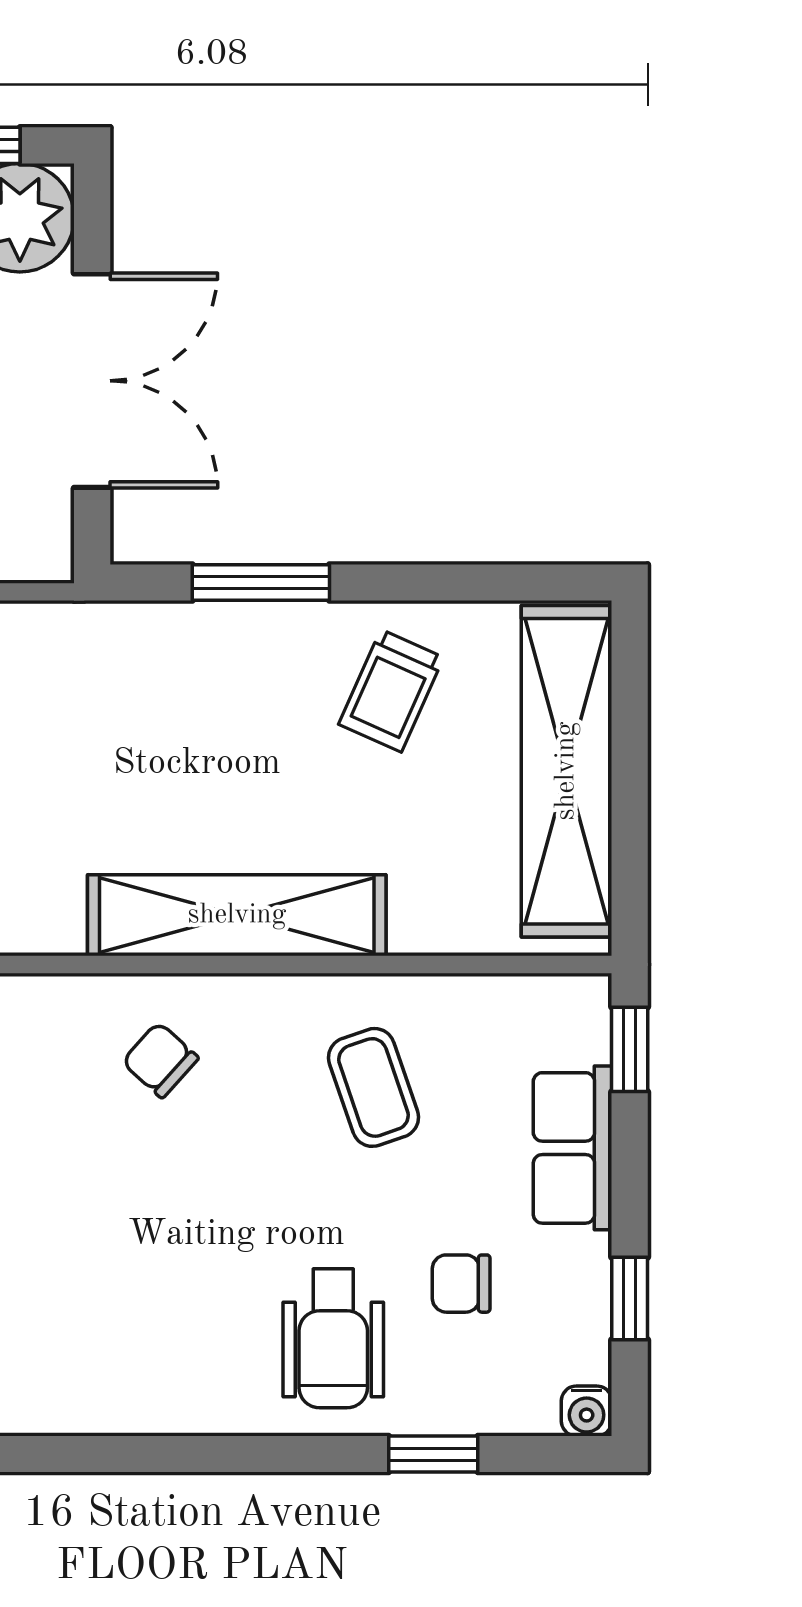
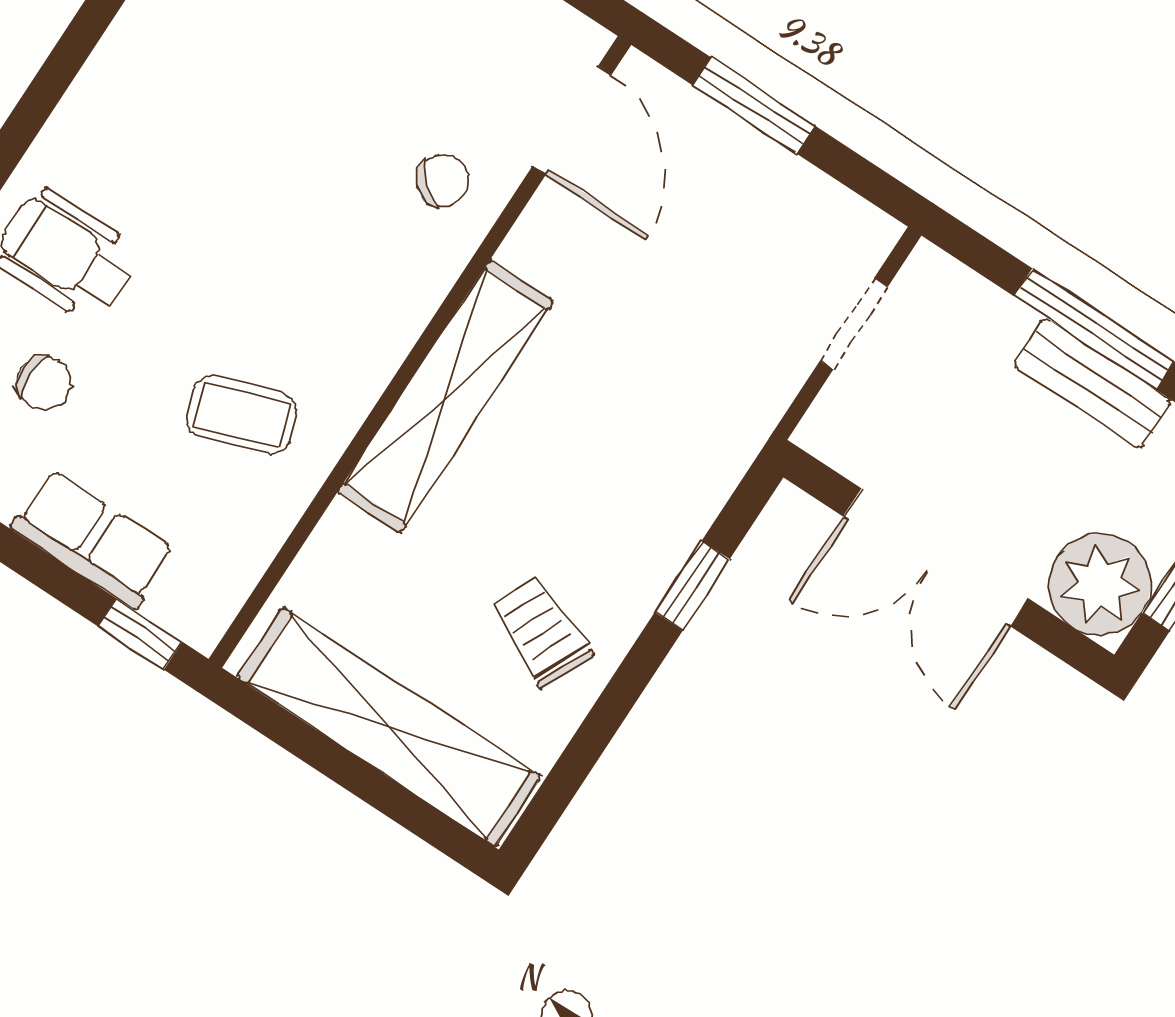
window: (261, 583) -> (692, 586), width x0.67
chair: (160, 1060) -> (442, 181), moved
chair: (461, 1284) -> (44, 383), turned 90

